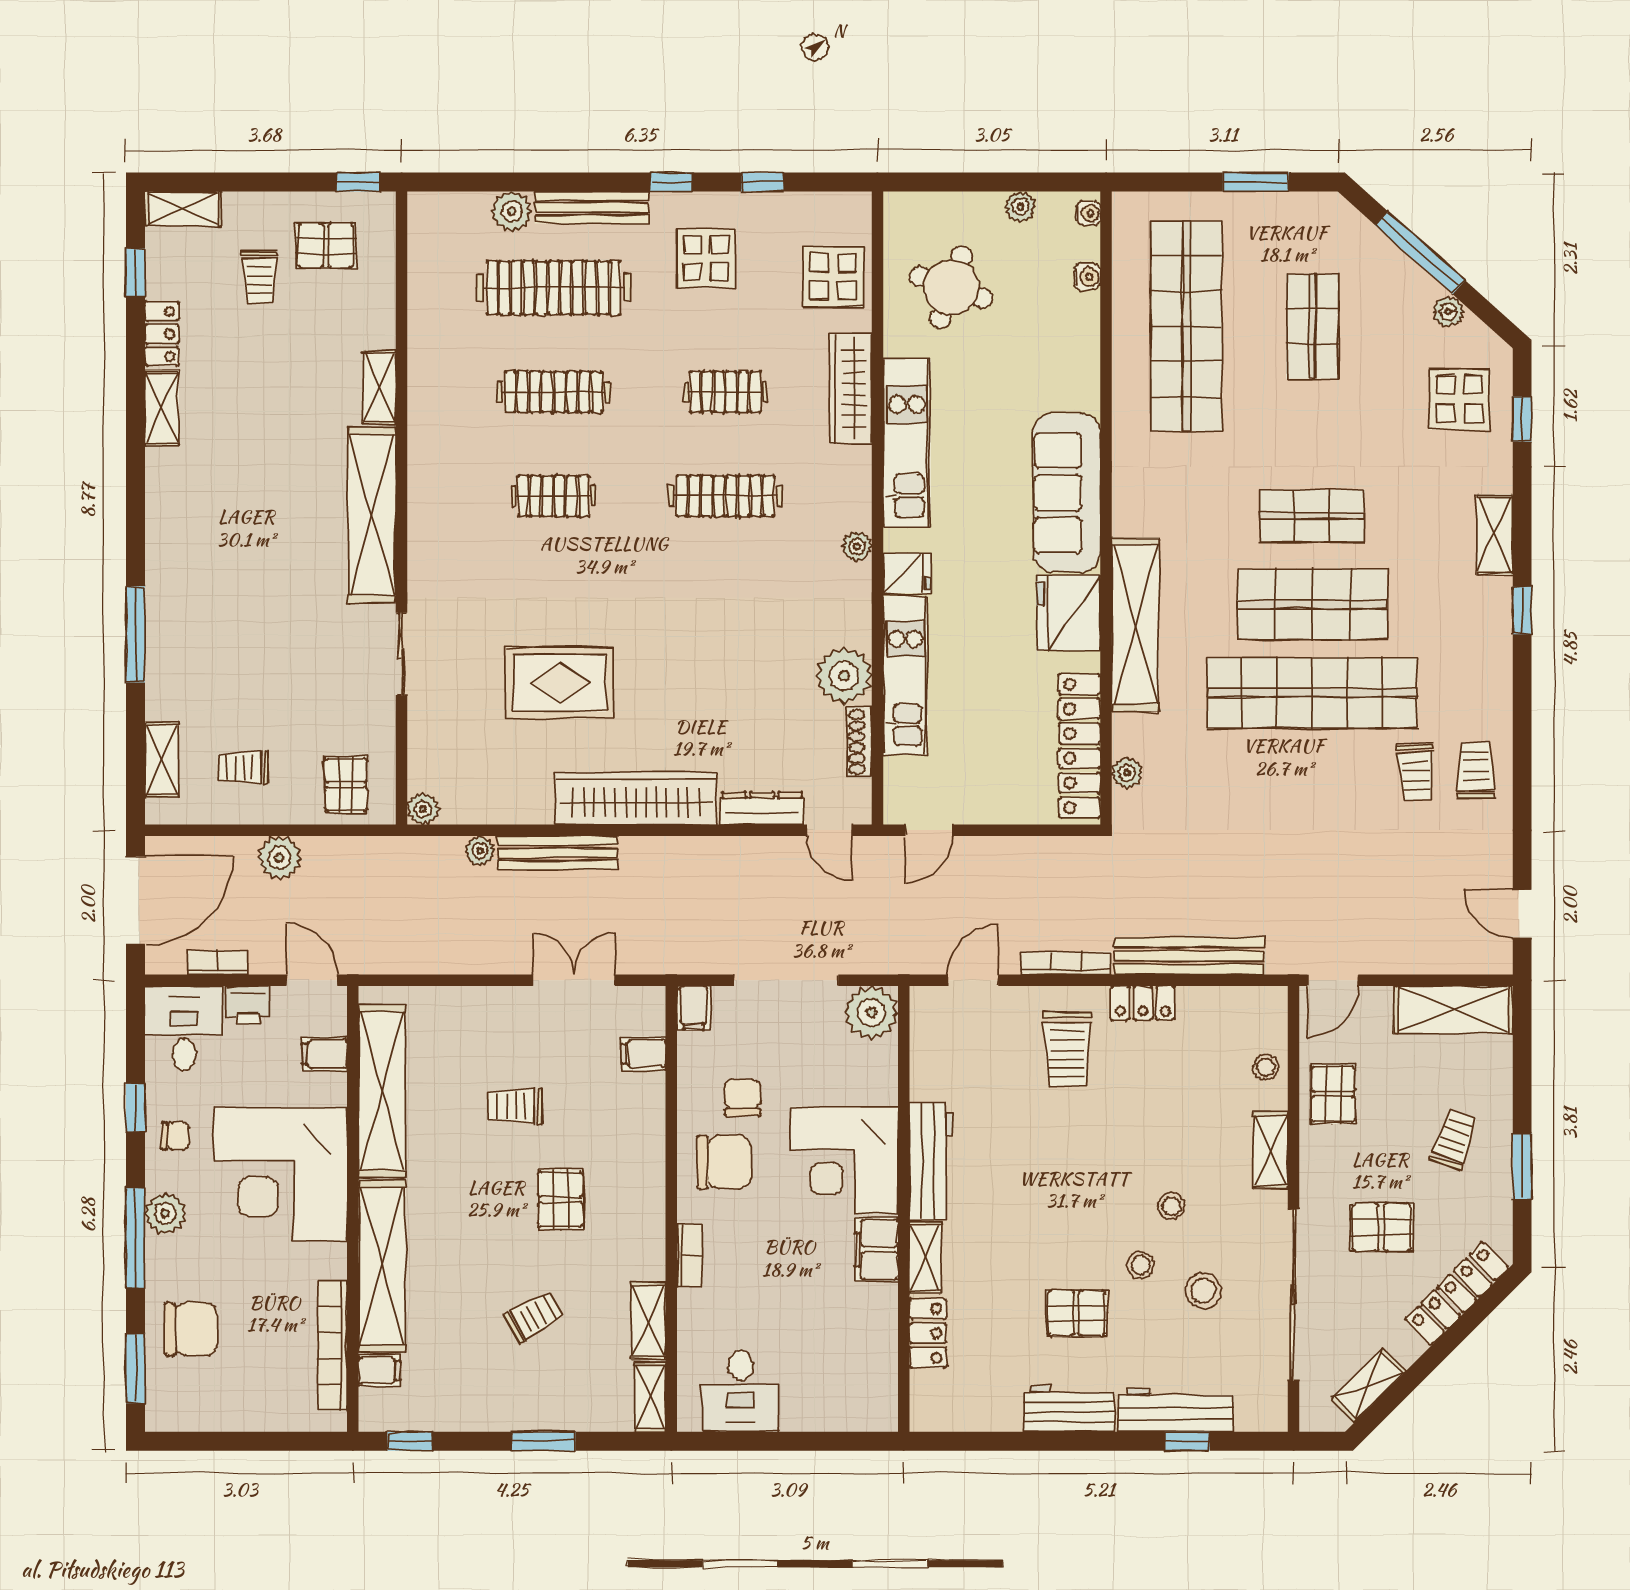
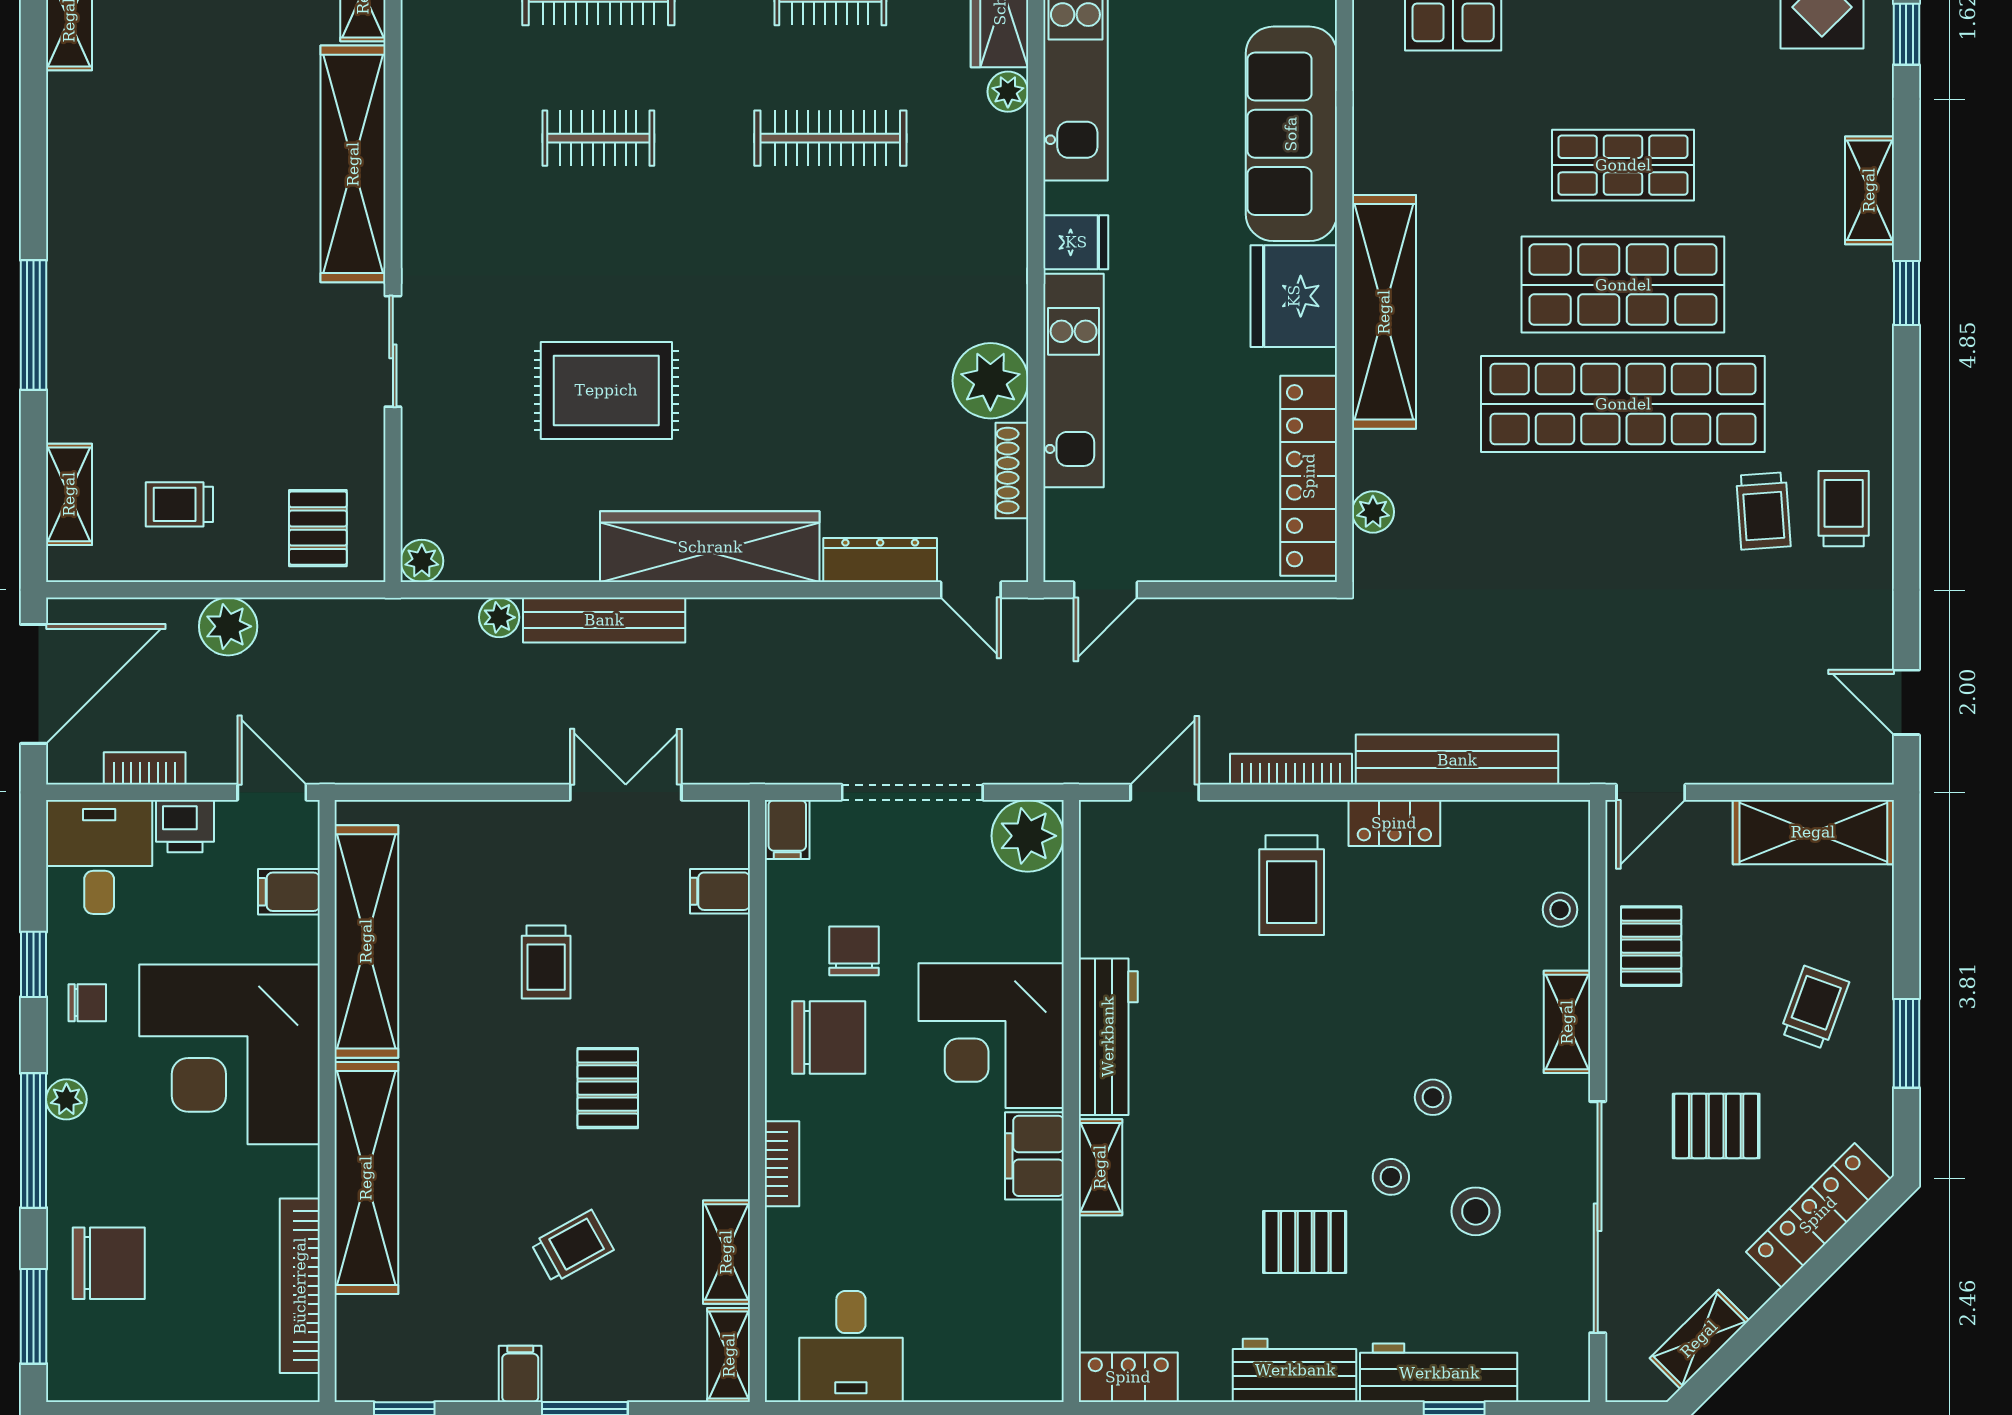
plant: (857, 546) -> (1008, 92), moved
trolley: (515, 1106) -> (546, 962), turned -90
plant: (165, 1213) -> (66, 1099), width x0.73, depth x0.73
locker: (928, 1333) -> (1128, 1377), moved, turned -90
filing cabinet: (379, 1371) -> (520, 1374), moved, turned -90

